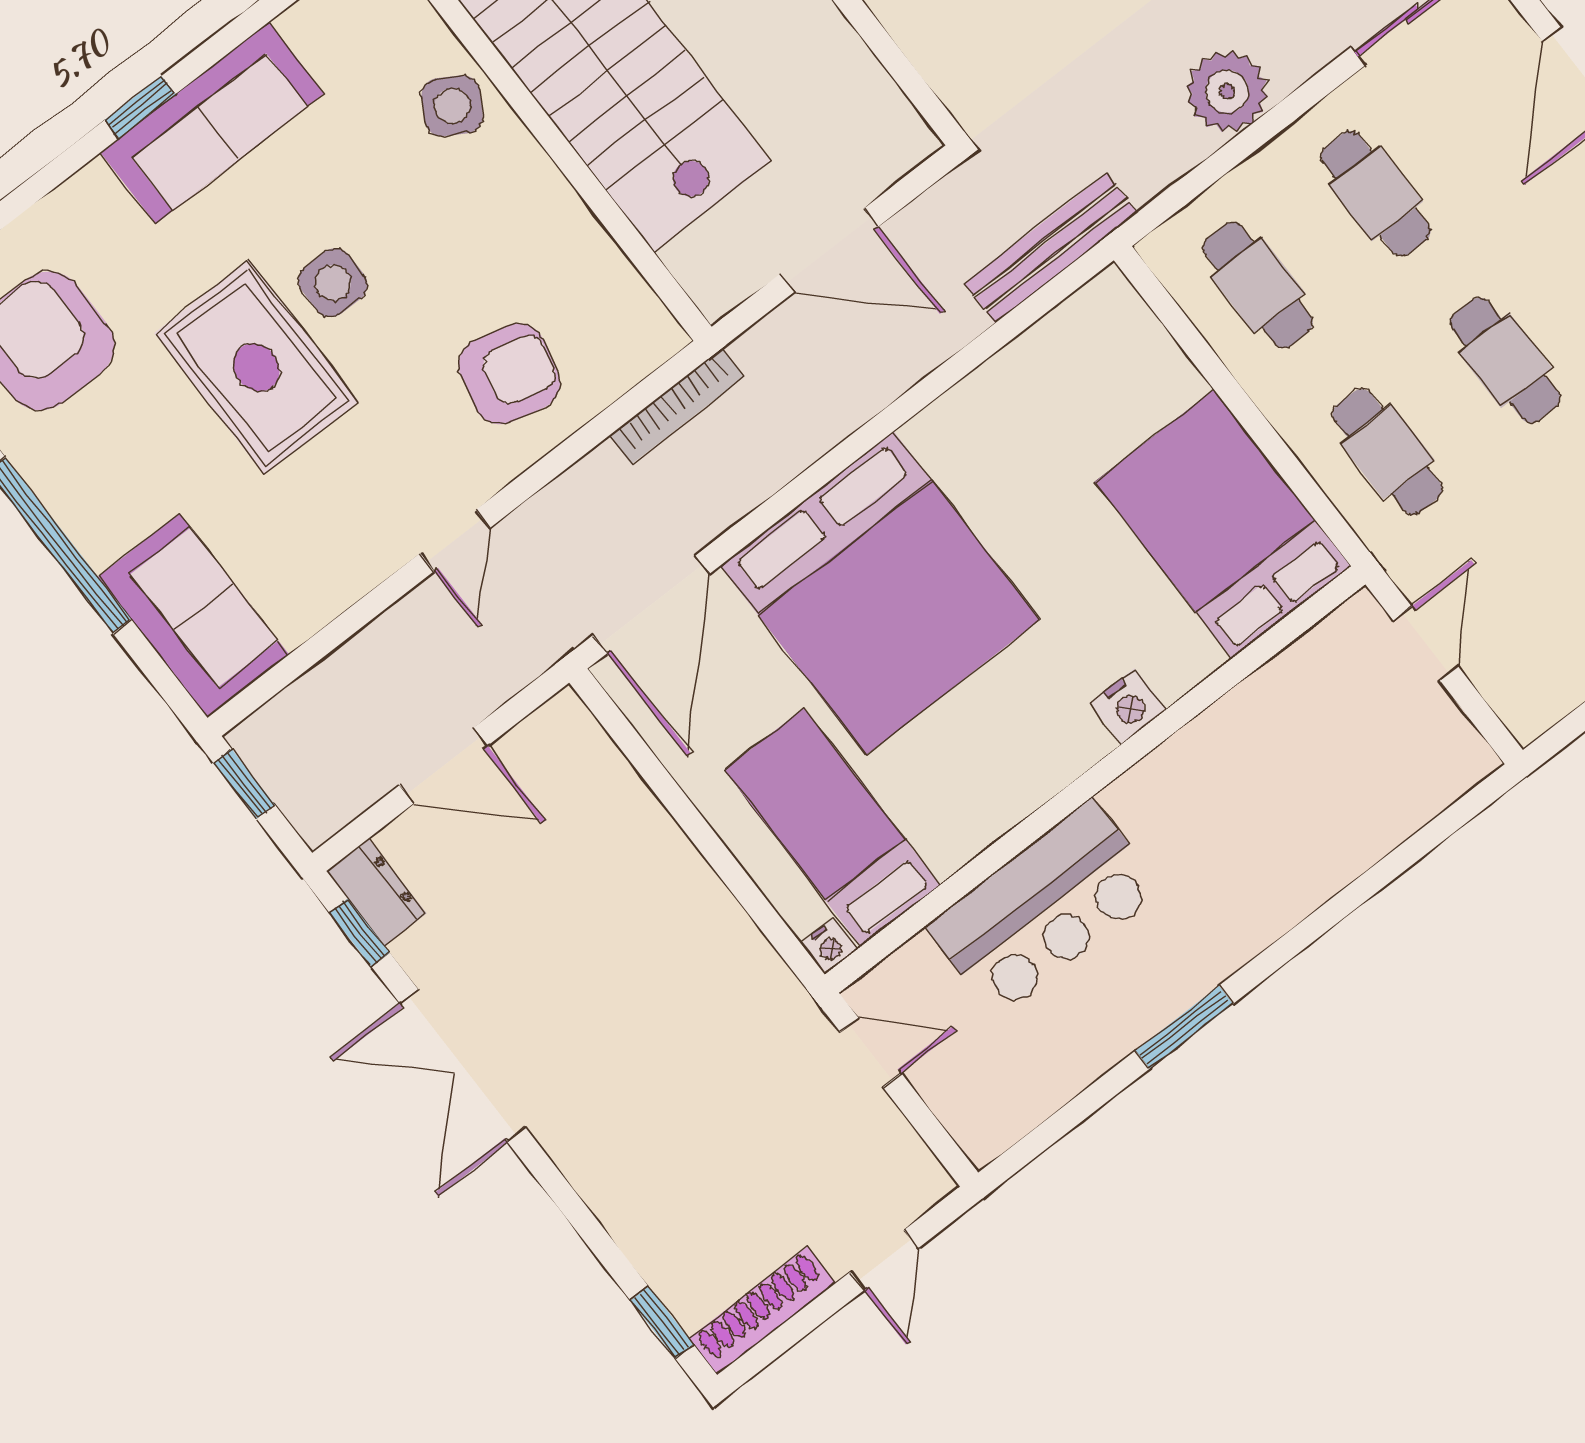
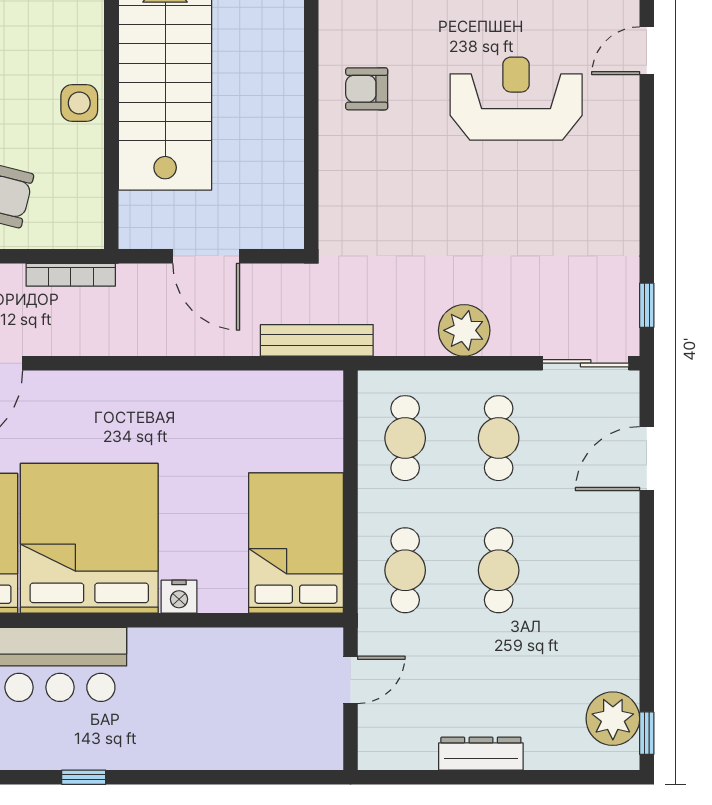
side table: (452, 106) -> (79, 103), moved, turned -31
bed: (880, 593) -> (89, 538), moved, turned 180
window: (1184, 1027) -> (84, 777), width x0.67

